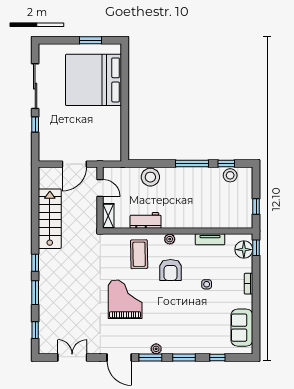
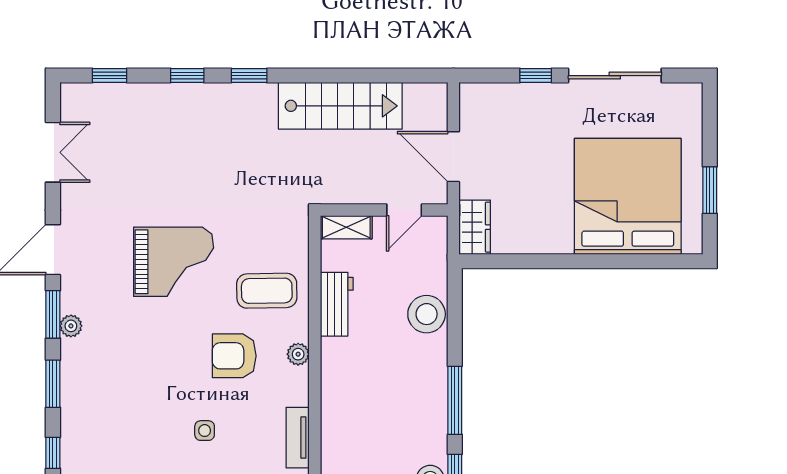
wardrobe: (108, 154) -> (475, 227), added
window: (35, 293) -> (187, 76), width x0.67

